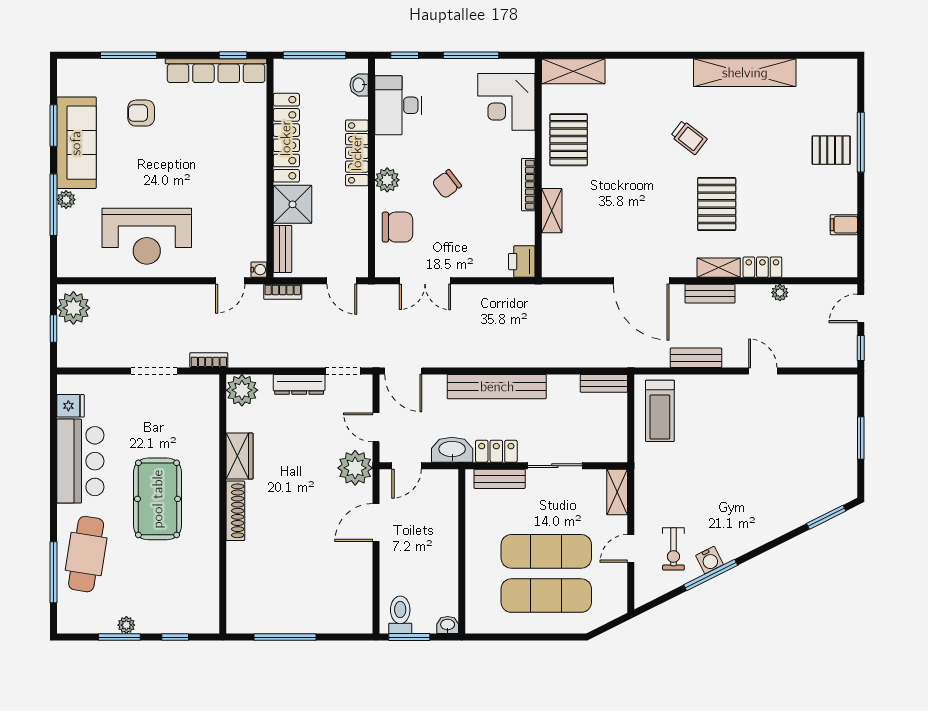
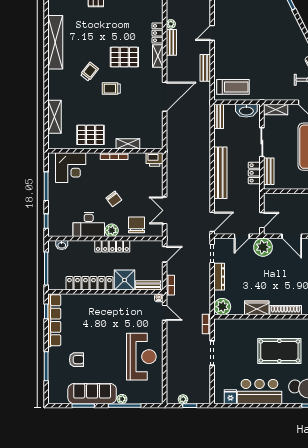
shelving: (573, 71) -> (55, 117), moved
desk: (398, 105) -> (89, 224), moved
armchair: (141, 113) -> (77, 360), turned -90
locker: (357, 153) -> (112, 246), moved
trolley: (657, 179) -> (111, 89), added
double door: (425, 281) -> (165, 210), swing flipped
bench: (710, 294) -> (171, 42), moved
plant: (73, 308) -> (183, 399), width x0.53, depth x0.53
washbasin: (452, 450) -> (246, 111), moved, turned -90
door: (407, 466) -> (262, 220), hinge flipped

